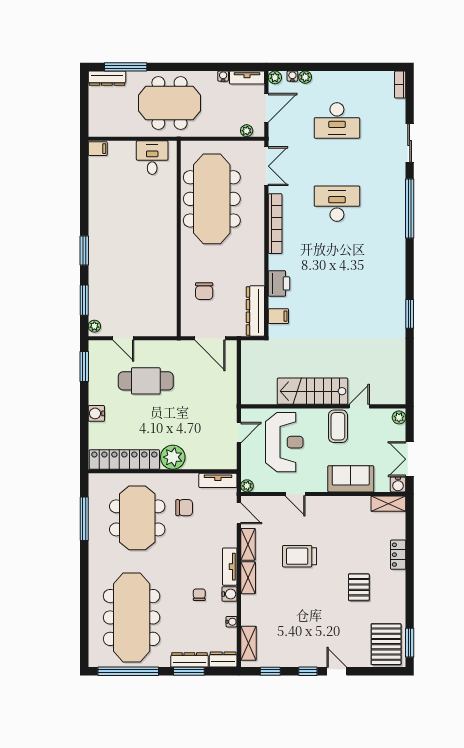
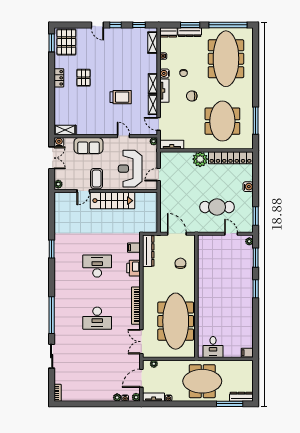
desk: (337, 120) -> (97, 266), moved
chair: (184, 508) -> (192, 96), moved
locker: (398, 555) -> (59, 78), moved

